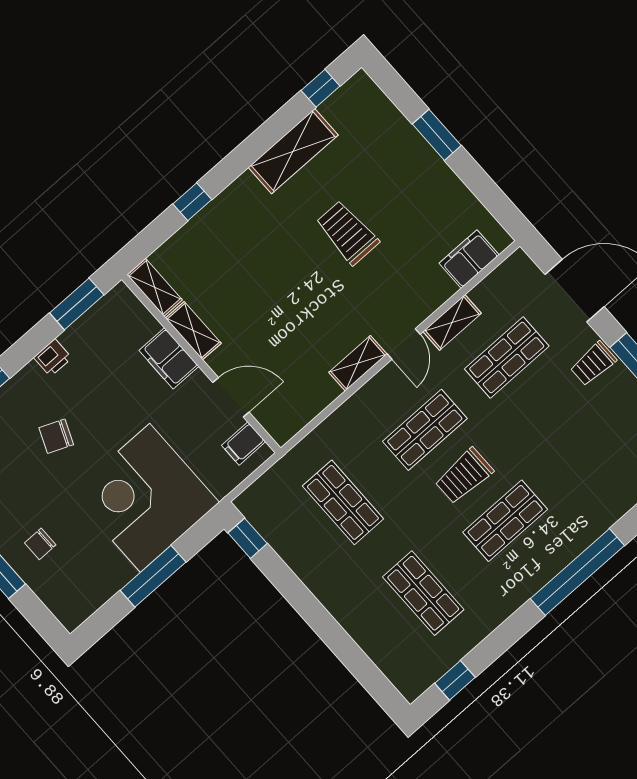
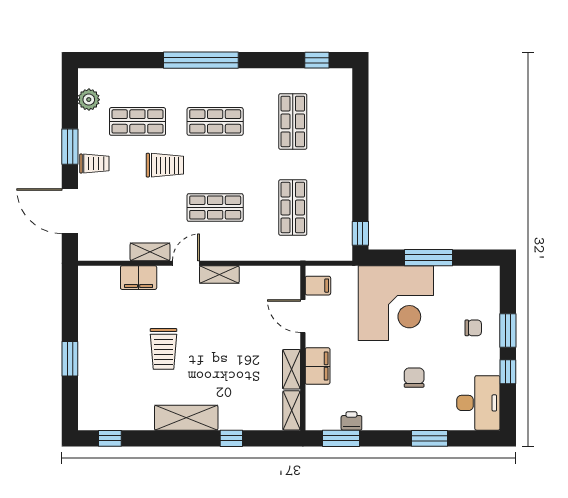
shelving: (293, 151) -> (186, 418), moved
filing cabinet: (469, 259) -> (139, 278), moved
shop shelf: (507, 357) -> (137, 121), moved
printer: (53, 358) -> (351, 421), moved
chair: (56, 436) -> (414, 378), turned -113
trolley: (464, 476) -> (165, 165), moved

